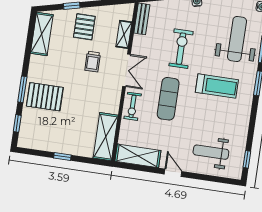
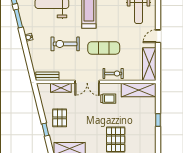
pallet: (84, 27) -> (60, 118), turned 90
trolley: (93, 62) -> (108, 99), moved
double door: (127, 70) -> (87, 82), swing flipped

